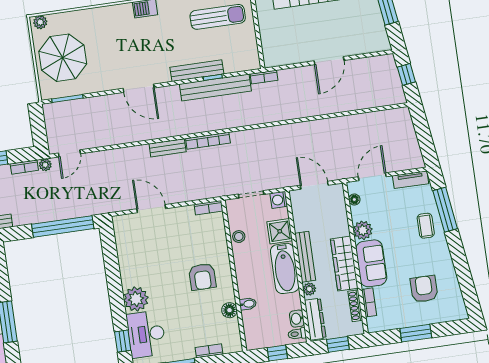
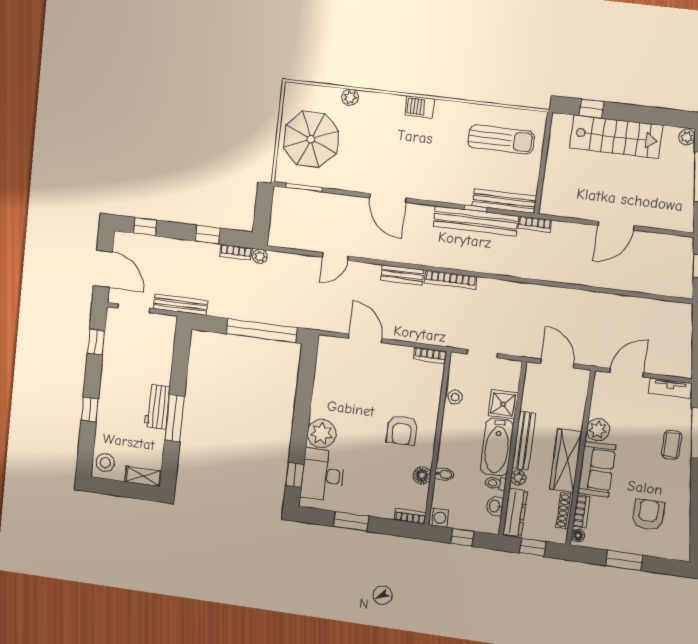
plant: (40, 22) -> (350, 97), moved
bench: (197, 71) -> (504, 201), moved
door: (69, 153) -> (335, 256), moved
floor lamp: (354, 199) -> (578, 535), moved
washing machine: (279, 200) -> (438, 517), moved, turned 180
toilet: (297, 334) -> (495, 483), moved
bookcase: (209, 351) -> (410, 516), moved

